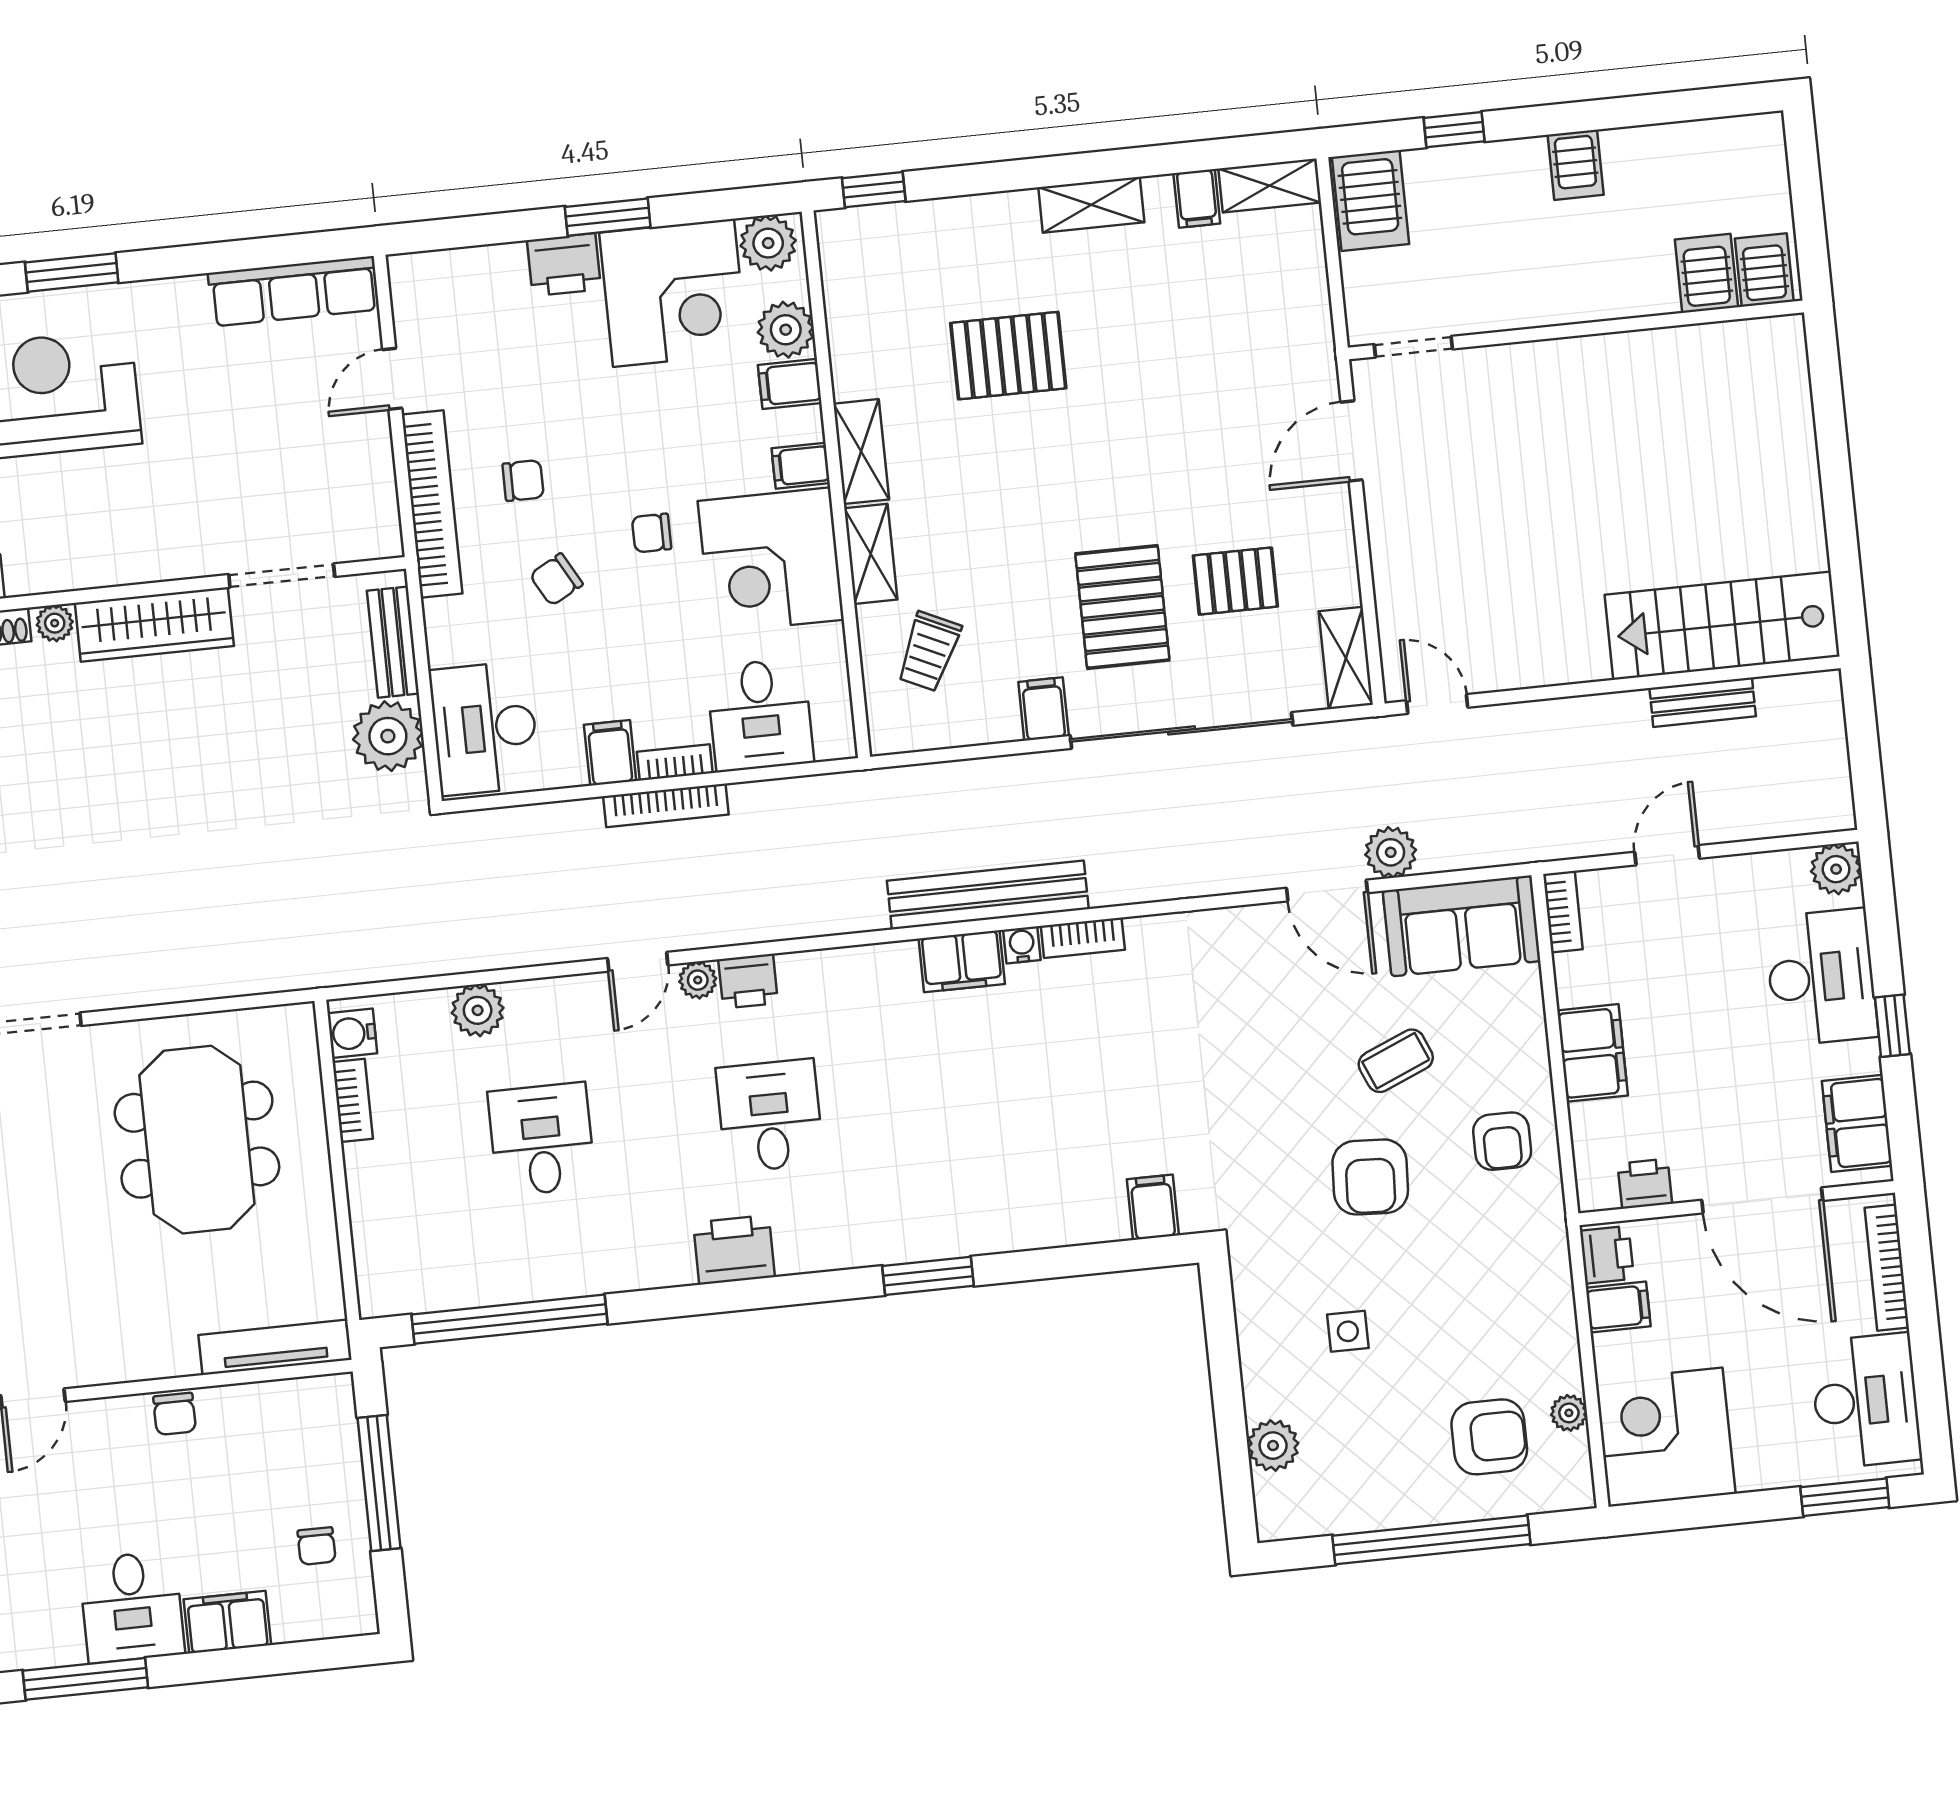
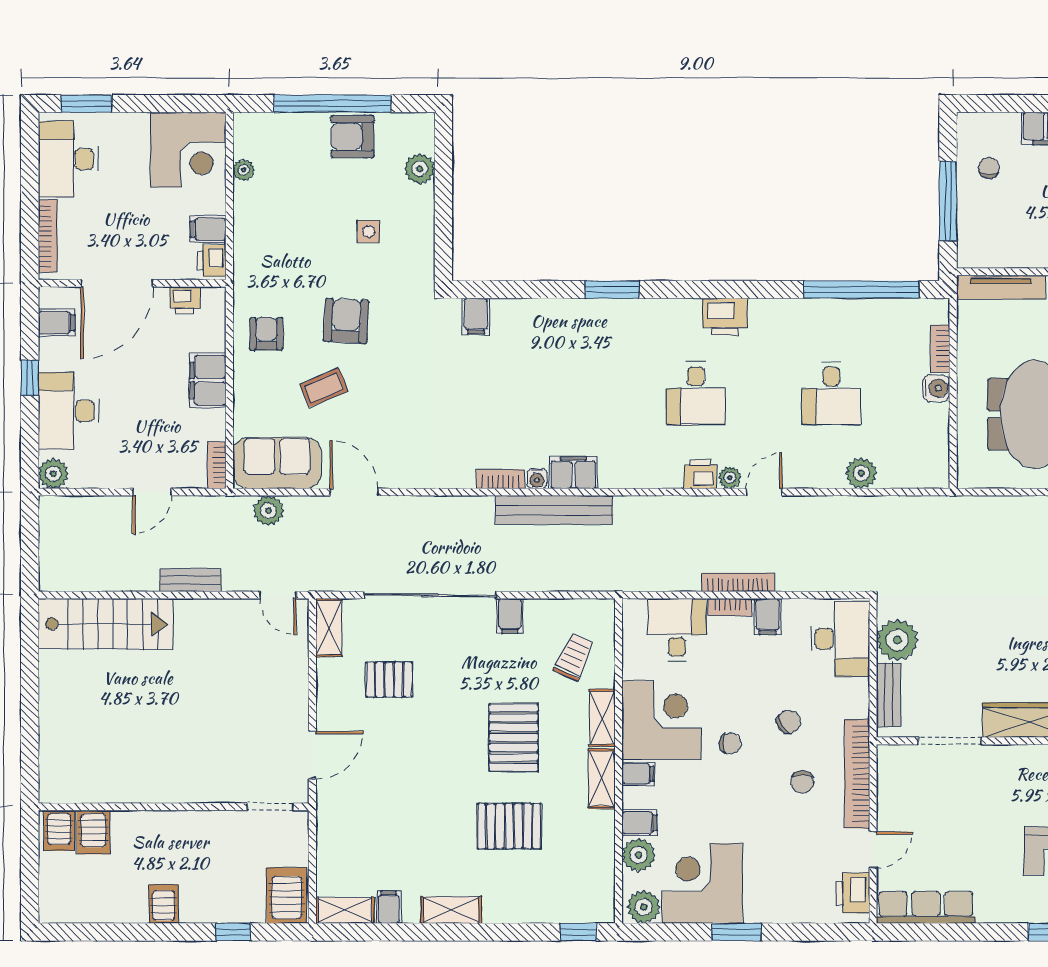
printer: (564, 265) -> (853, 893), moved, turned -90
chair: (523, 481) -> (802, 782), turned -90
pallet: (1122, 607) -> (514, 737), moved
bench: (1703, 702) -> (190, 580), moved
plant: (1391, 852) -> (268, 511), moved
water cooler: (352, 1033) -> (936, 388), moved
bookcase: (353, 1100) -> (940, 349), moved
filing cabinet: (1857, 1123) -> (56, 323), width x0.50
door: (1762, 1200) -> (117, 283), swing flipped
armchair: (1489, 1437) -> (352, 137), moved

